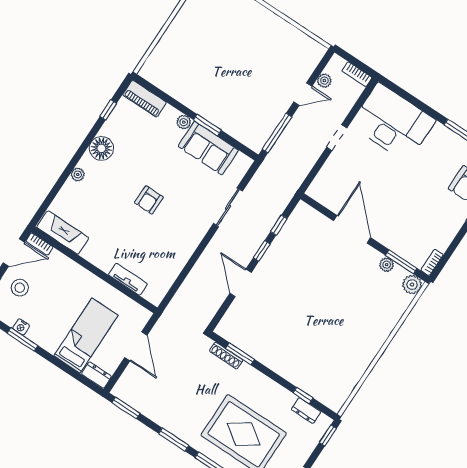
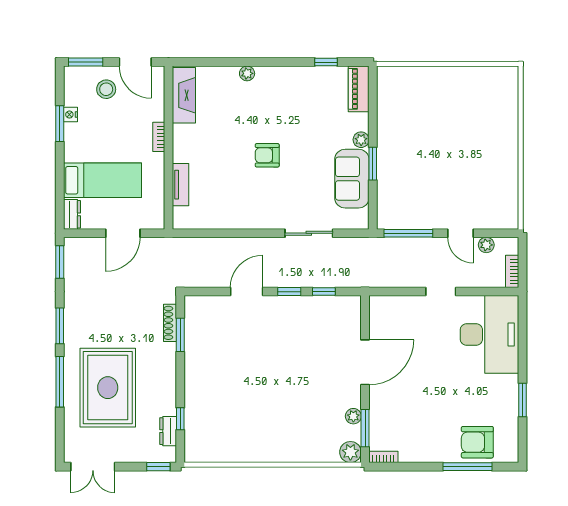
floor lamp: (101, 148) -> (286, 79), removed
bookcase: (39, 244) -> (159, 137), moved

